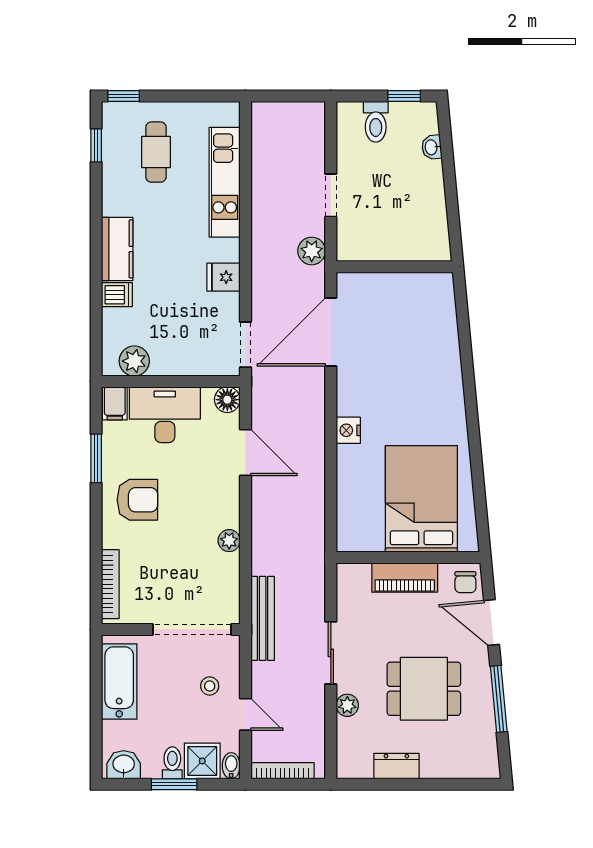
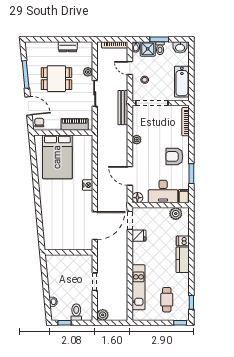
plant: (312, 251) -> (103, 315), moved
fridge: (223, 277) -> (139, 236), moved
piano: (405, 578) -> (75, 124), moved

